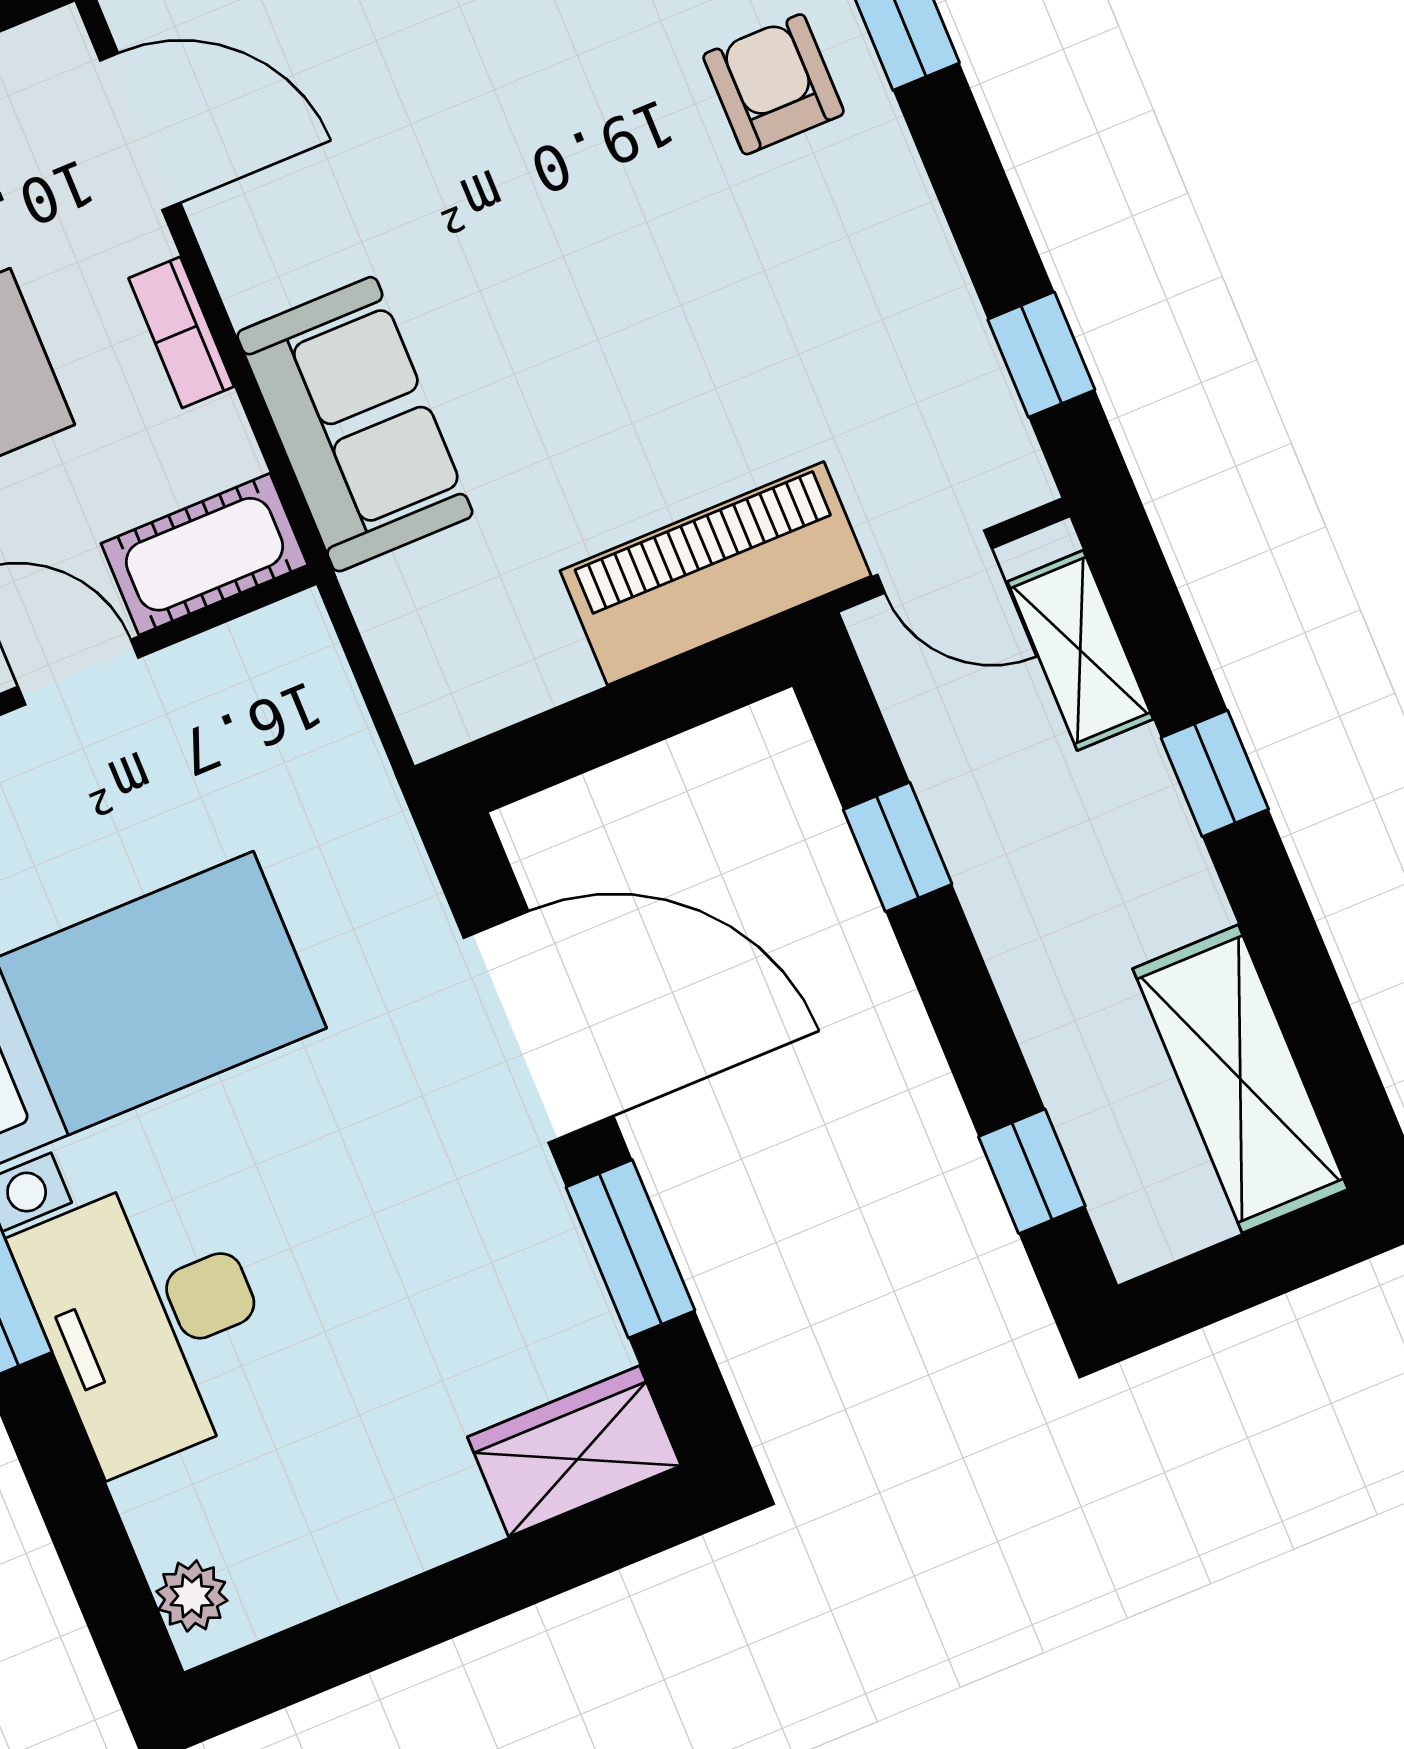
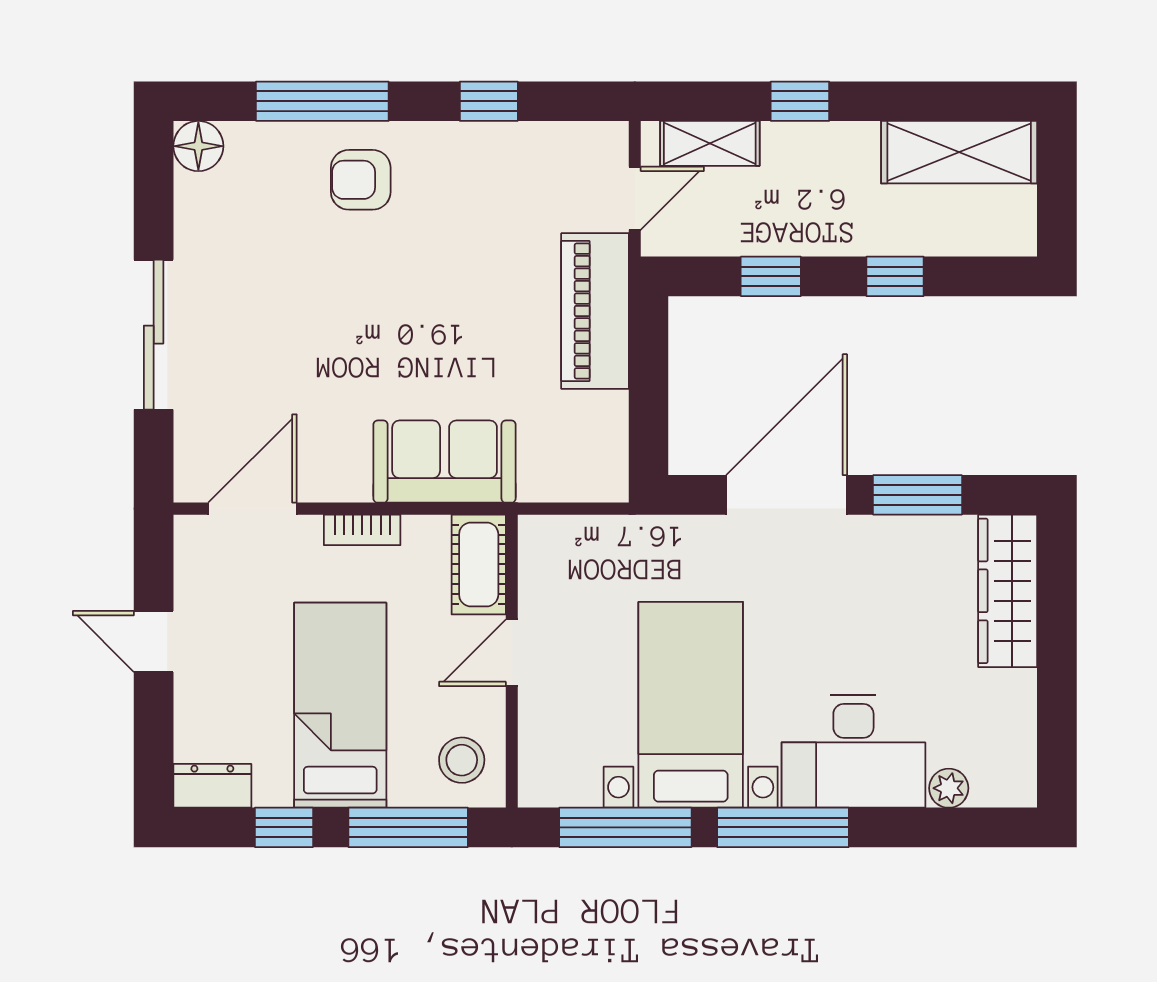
window: (1041, 355) -> (489, 101), moved
window: (1032, 1171) -> (895, 276), moved
wardrobe: (574, 1451) -> (1008, 591), width x1.50
plant: (192, 1596) -> (949, 788), moved

